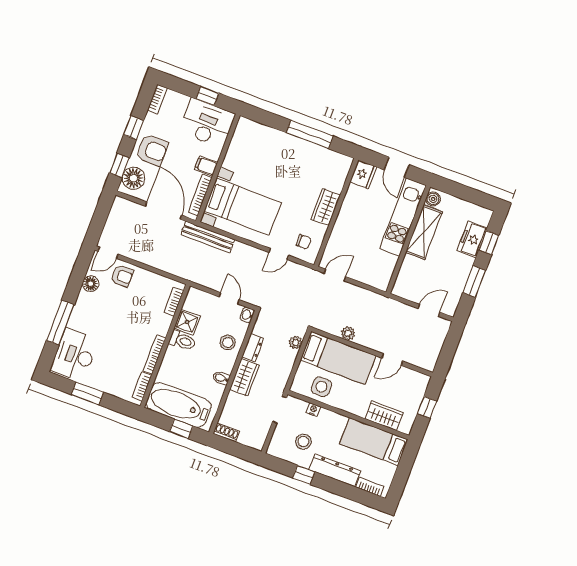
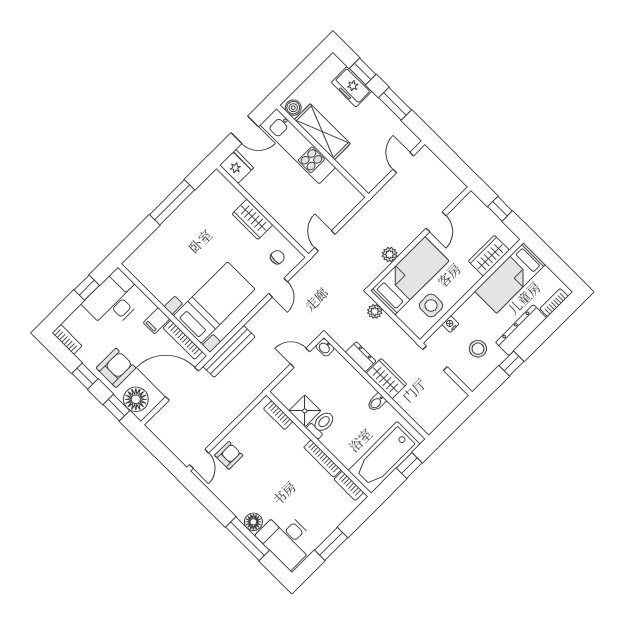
floor lamp: (91, 284) -> (253, 522), moved
stool: (228, 342) -> (344, 380), removed
shoe rack: (226, 433) -> (434, 422), removed

